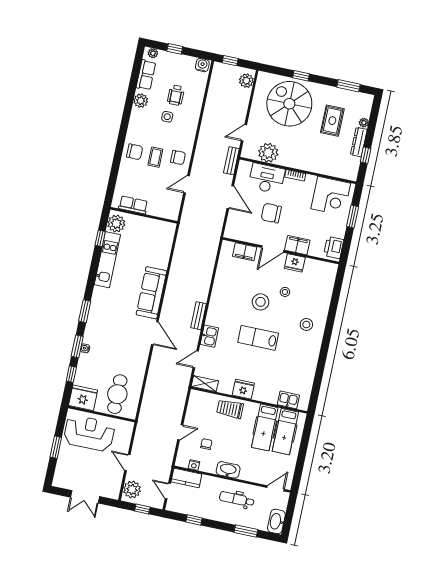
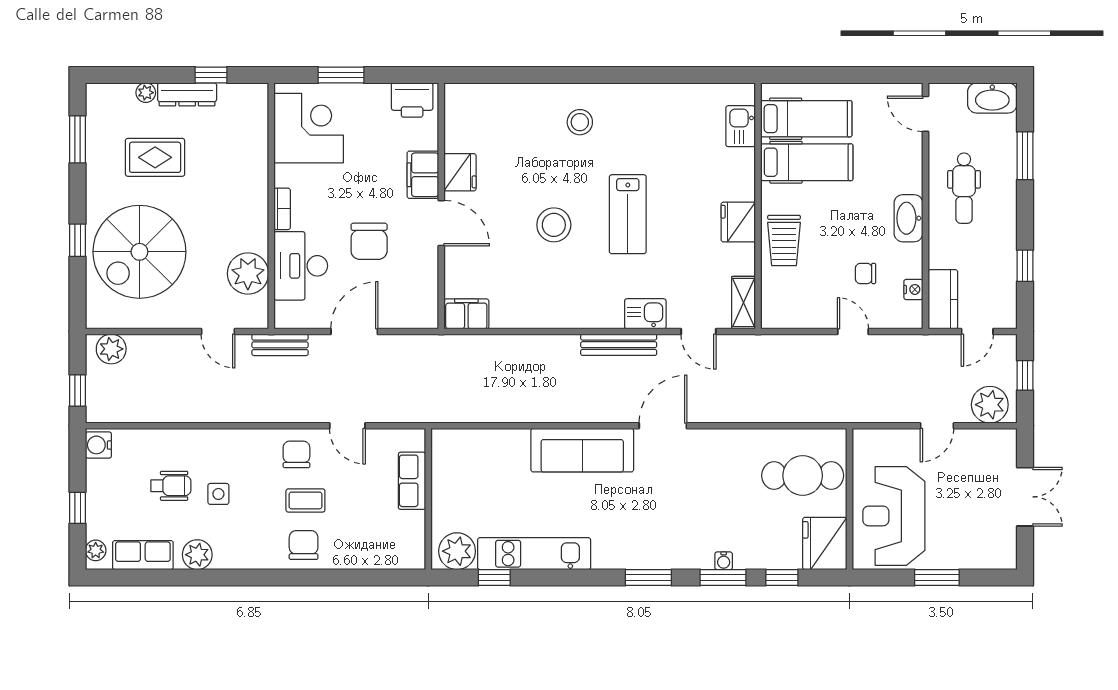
row of seats: (133, 205) -> (412, 481), moved
filing cabinet: (245, 252) -> (466, 314), moved, turned -90
stool: (285, 292) -> (523, 180), removed
bench: (198, 316) -> (619, 345), width x1.36

